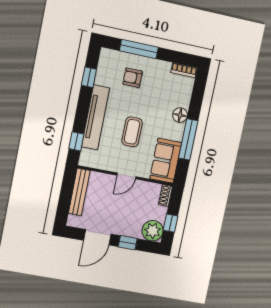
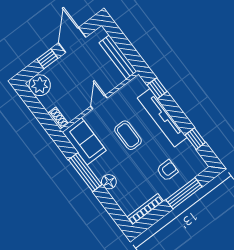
bookcase: (184, 70) -> (145, 209), width x1.56
window: (171, 223) -> (33, 104), removed

